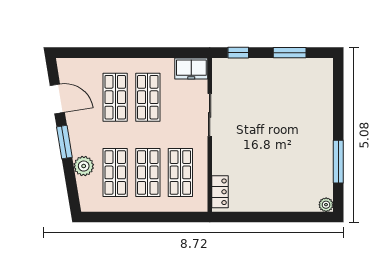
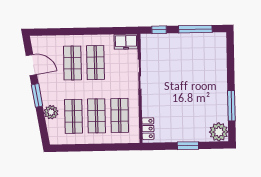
window: (290, 53) -> (195, 29), width x1.44
plant: (326, 205) -> (219, 132), width x1.87, depth x1.87
window: (276, 217) -> (188, 146), added

